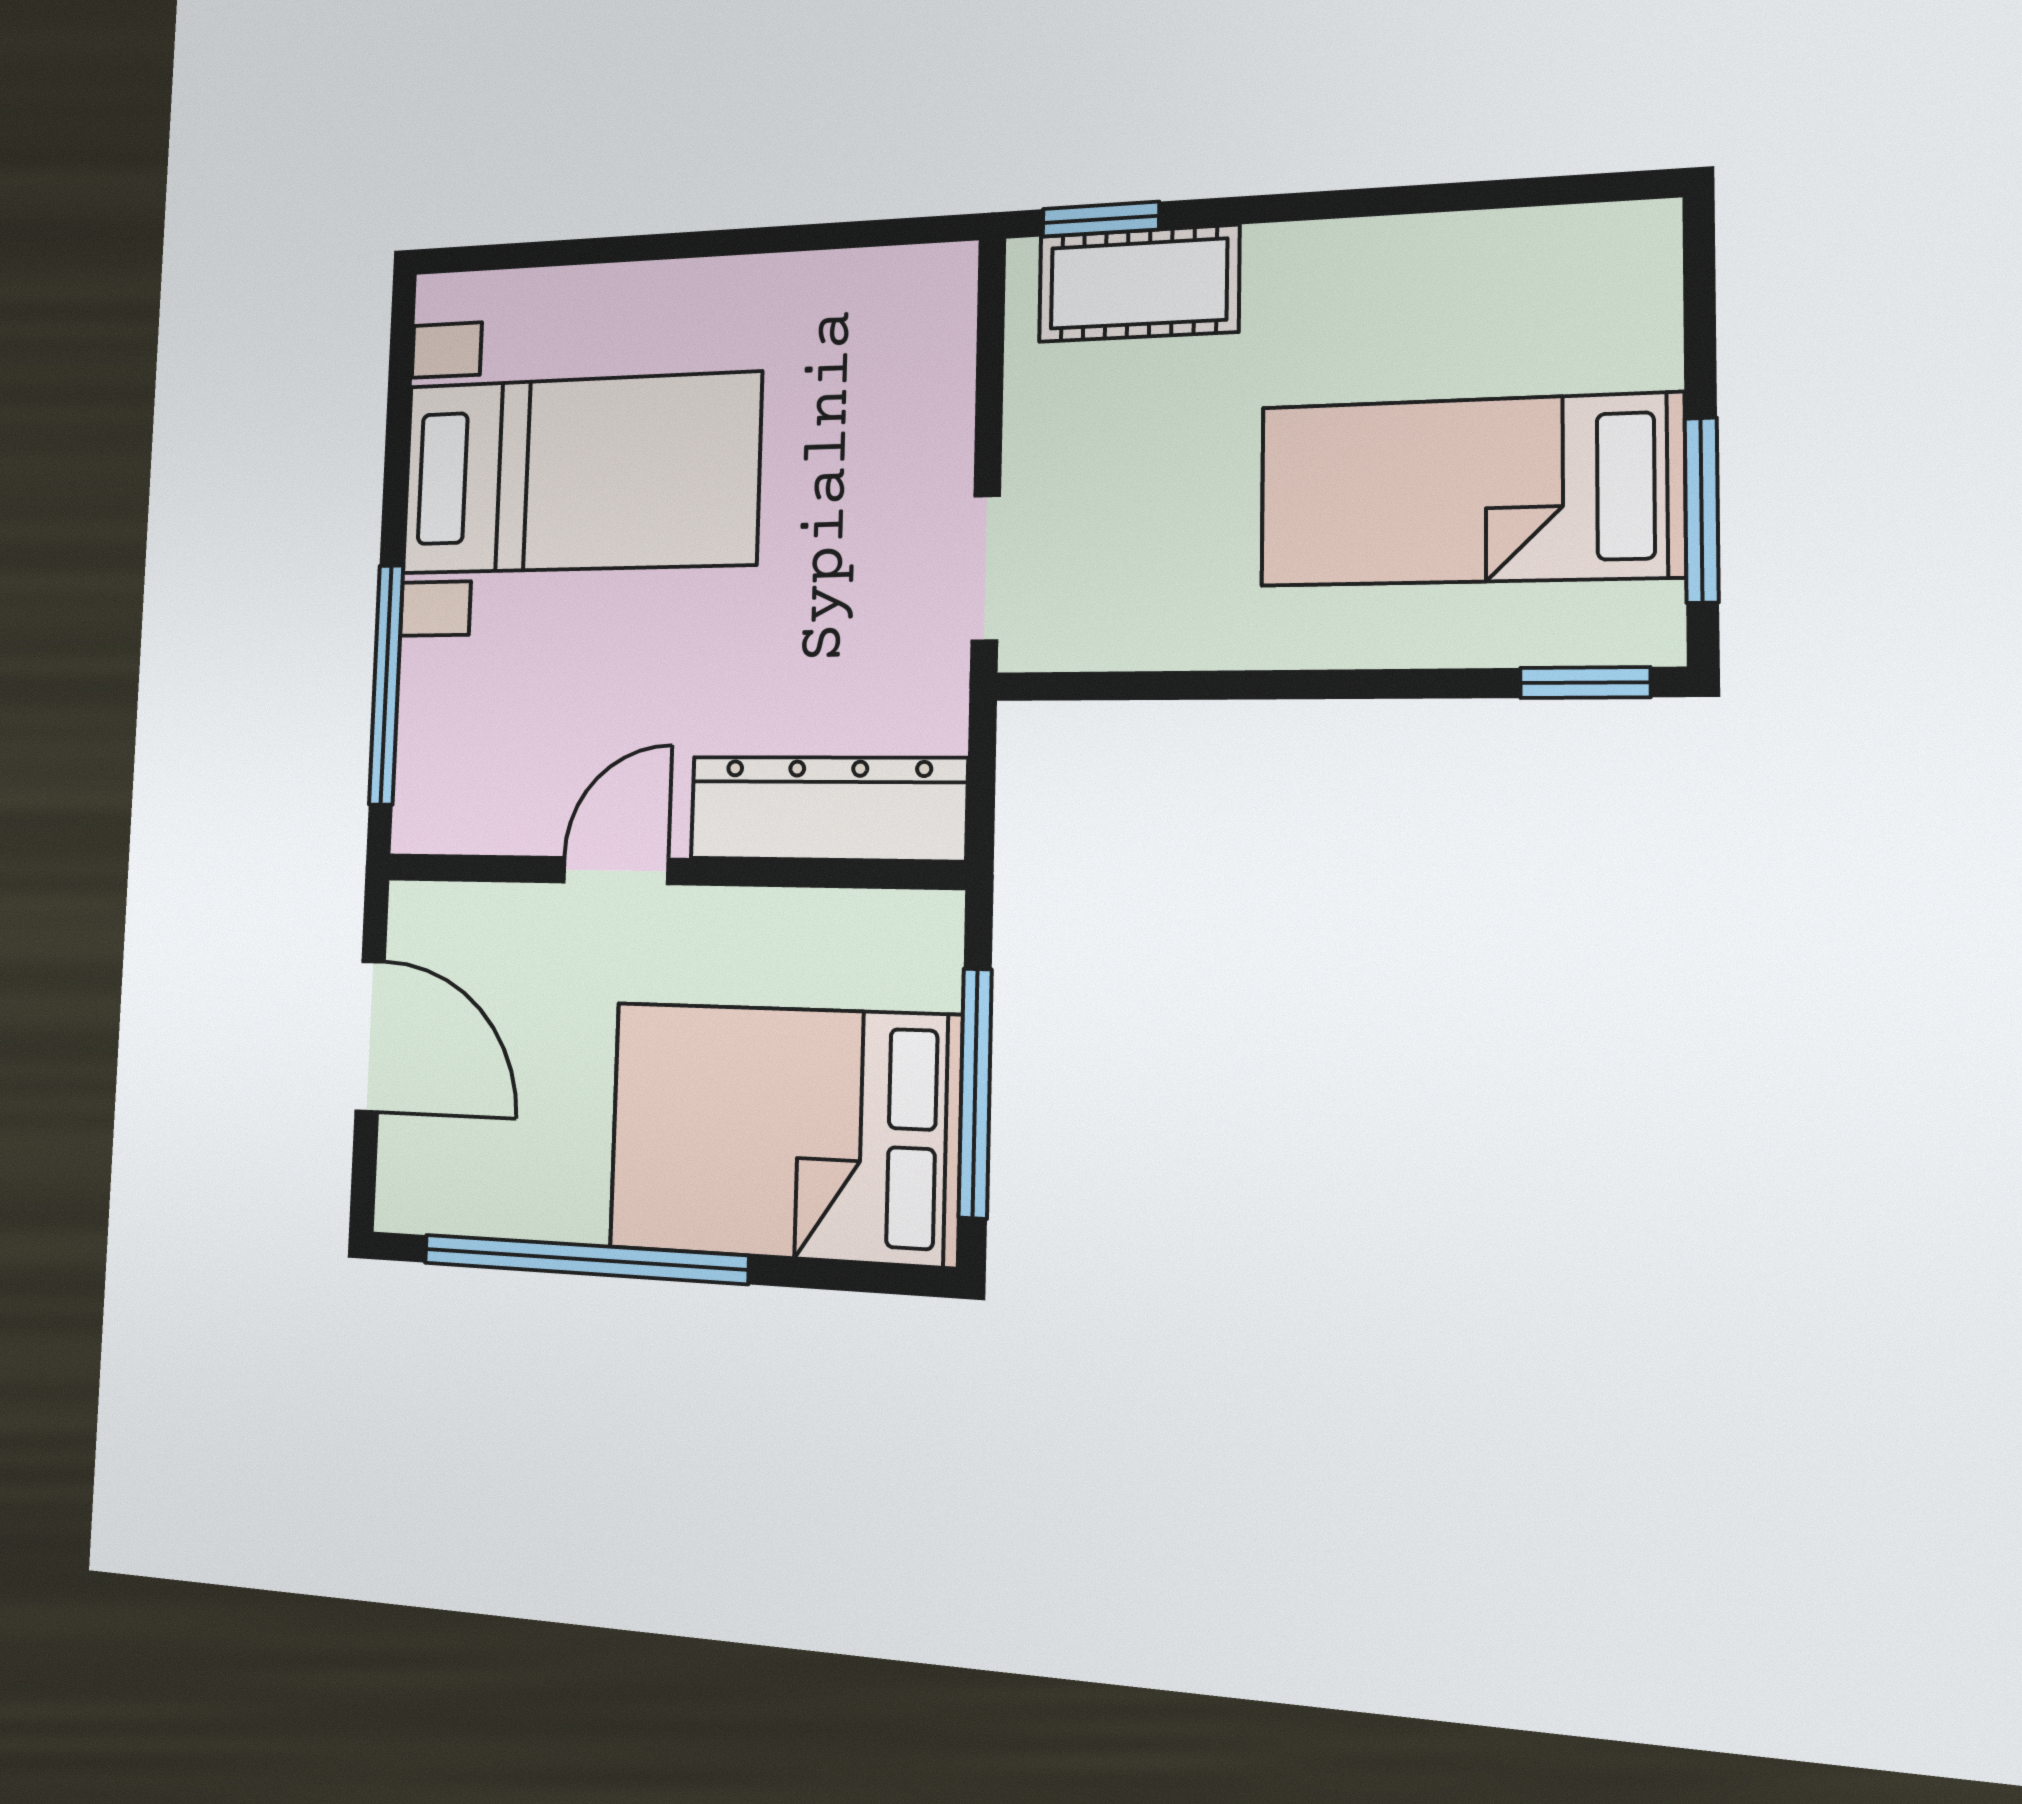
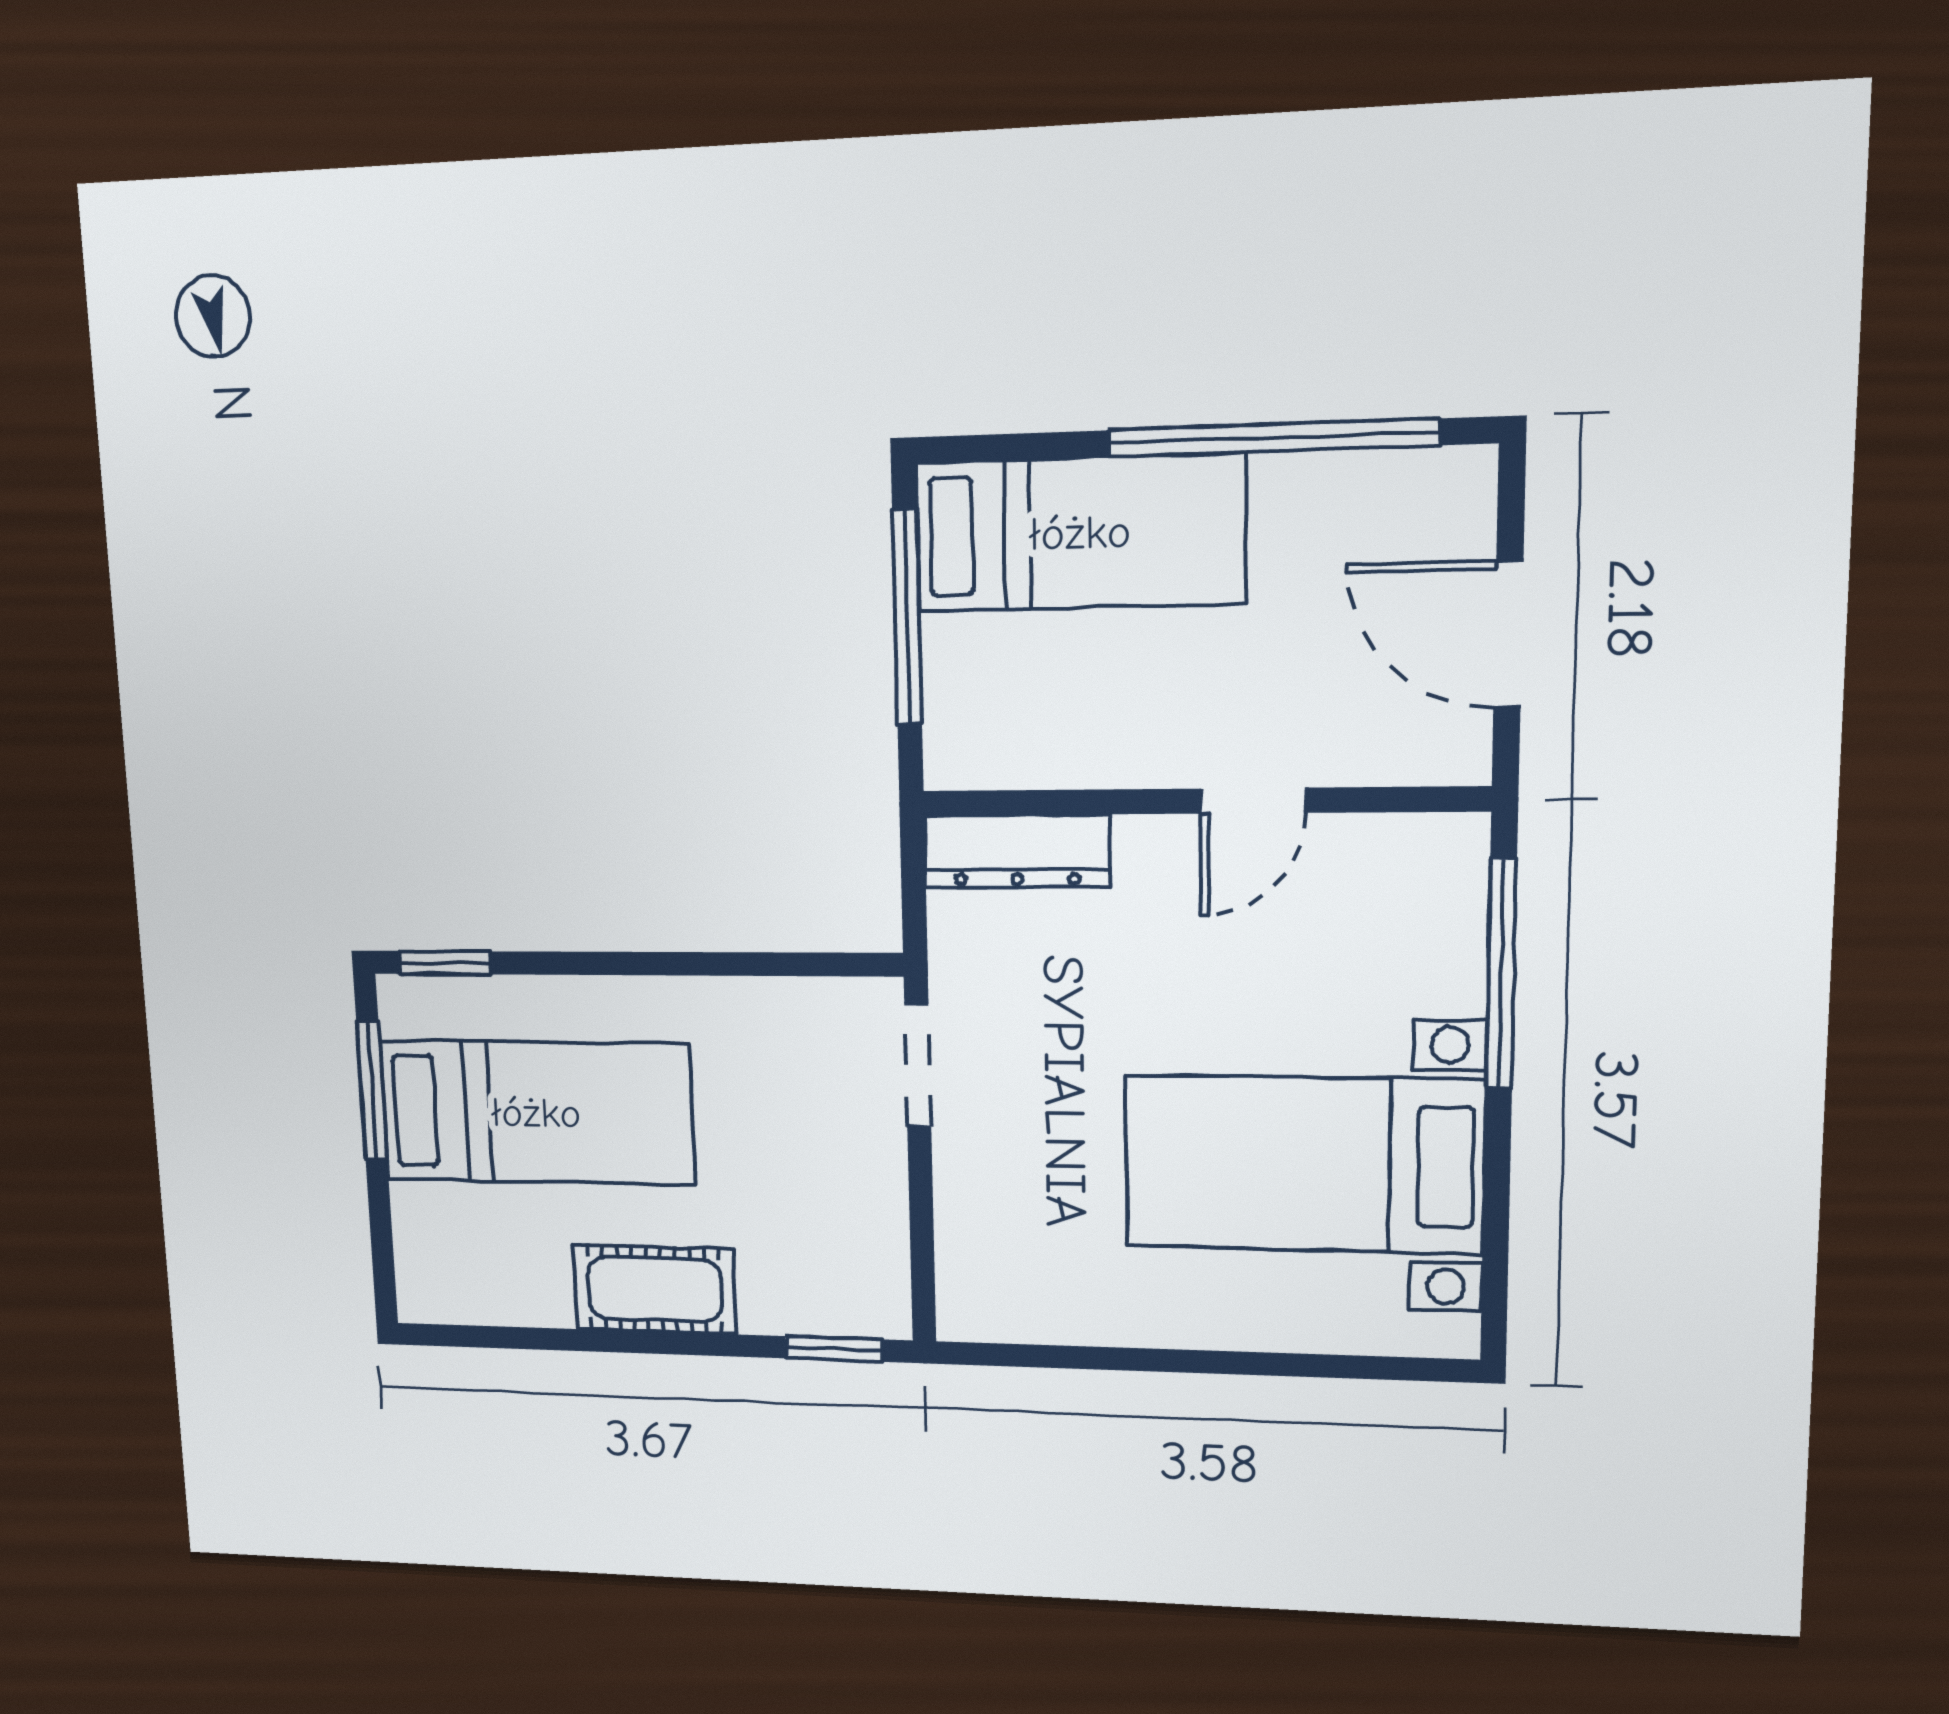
cot: (1138, 284) -> (655, 1289), moved
dresser: (828, 809) -> (1017, 851), width x0.73, depth x0.80
bed: (784, 1133) -> (1080, 533), width x0.67

